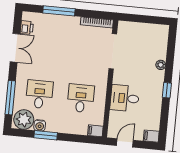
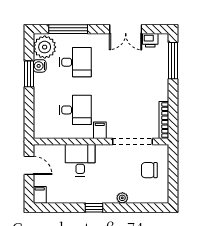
window: (59, 11) -> (173, 61), moved
chair: (139, 39) -> (149, 170), added
filing cabinet: (95, 131) -> (100, 130), moved

